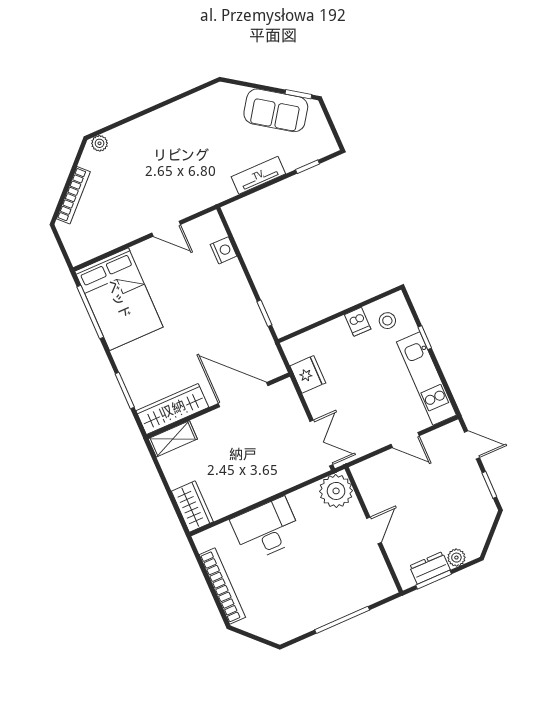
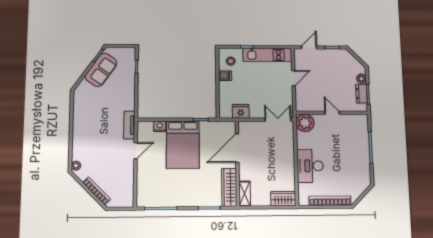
tv unit: (258, 175) -> (129, 125), moved
bed: (119, 299) -> (183, 145), moved, turned 90

